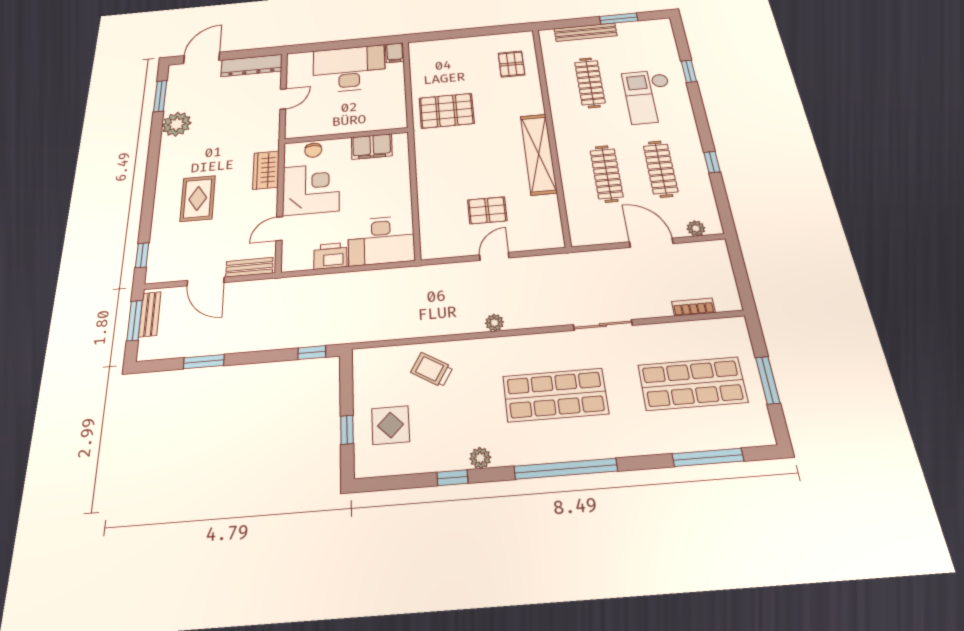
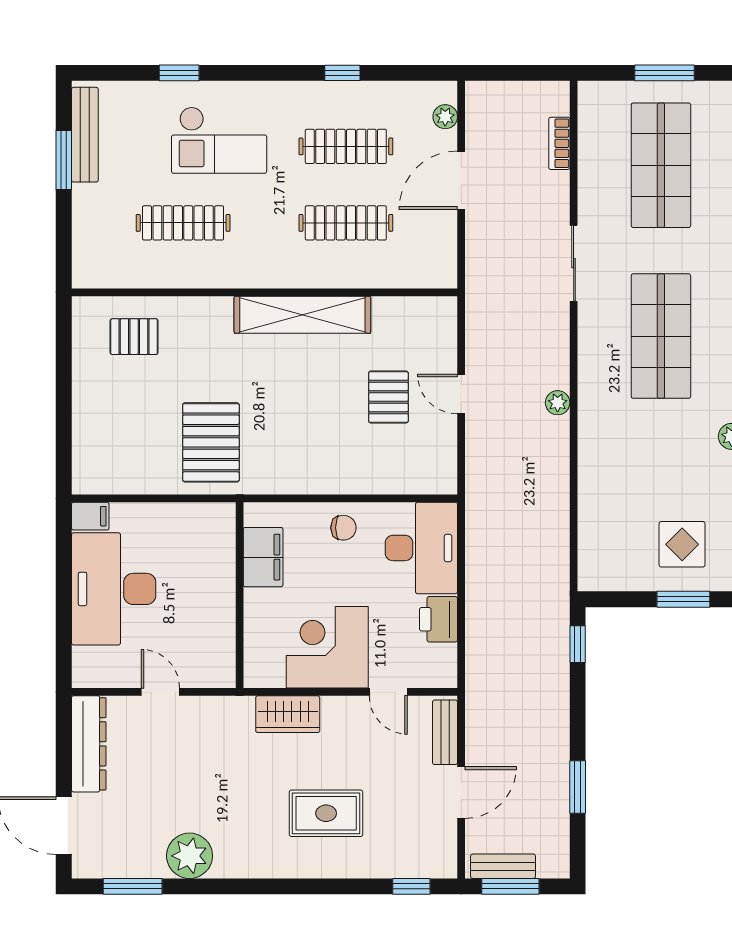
bench: (586, 32) -> (85, 135), moved
chair: (313, 150) -> (343, 528), moved
trolley: (432, 370) -> (615, 489), removed
window: (347, 430) -> (683, 599), width x1.50

